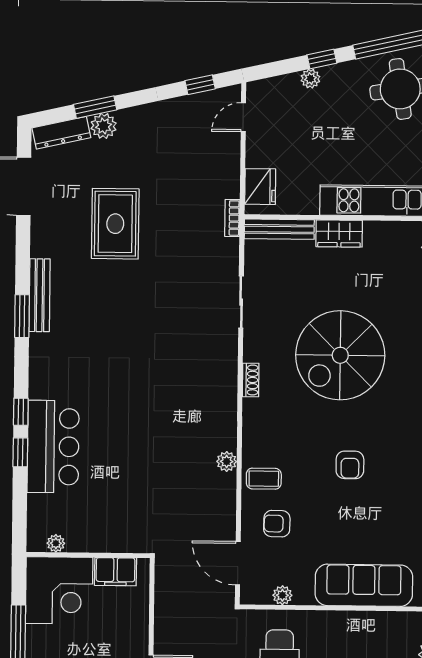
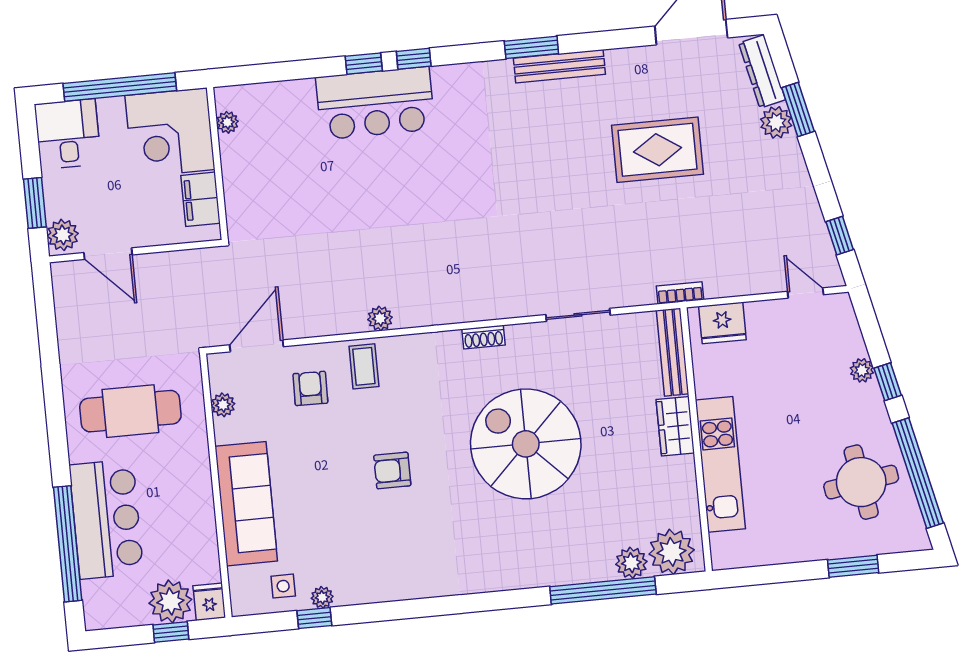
plant: (56, 543) -> (227, 122), moved
wall: (88, 555) -> (217, 163), moved
filing cabinet: (115, 572) -> (201, 199), moved
corner desk: (59, 590) -> (170, 133), moved

